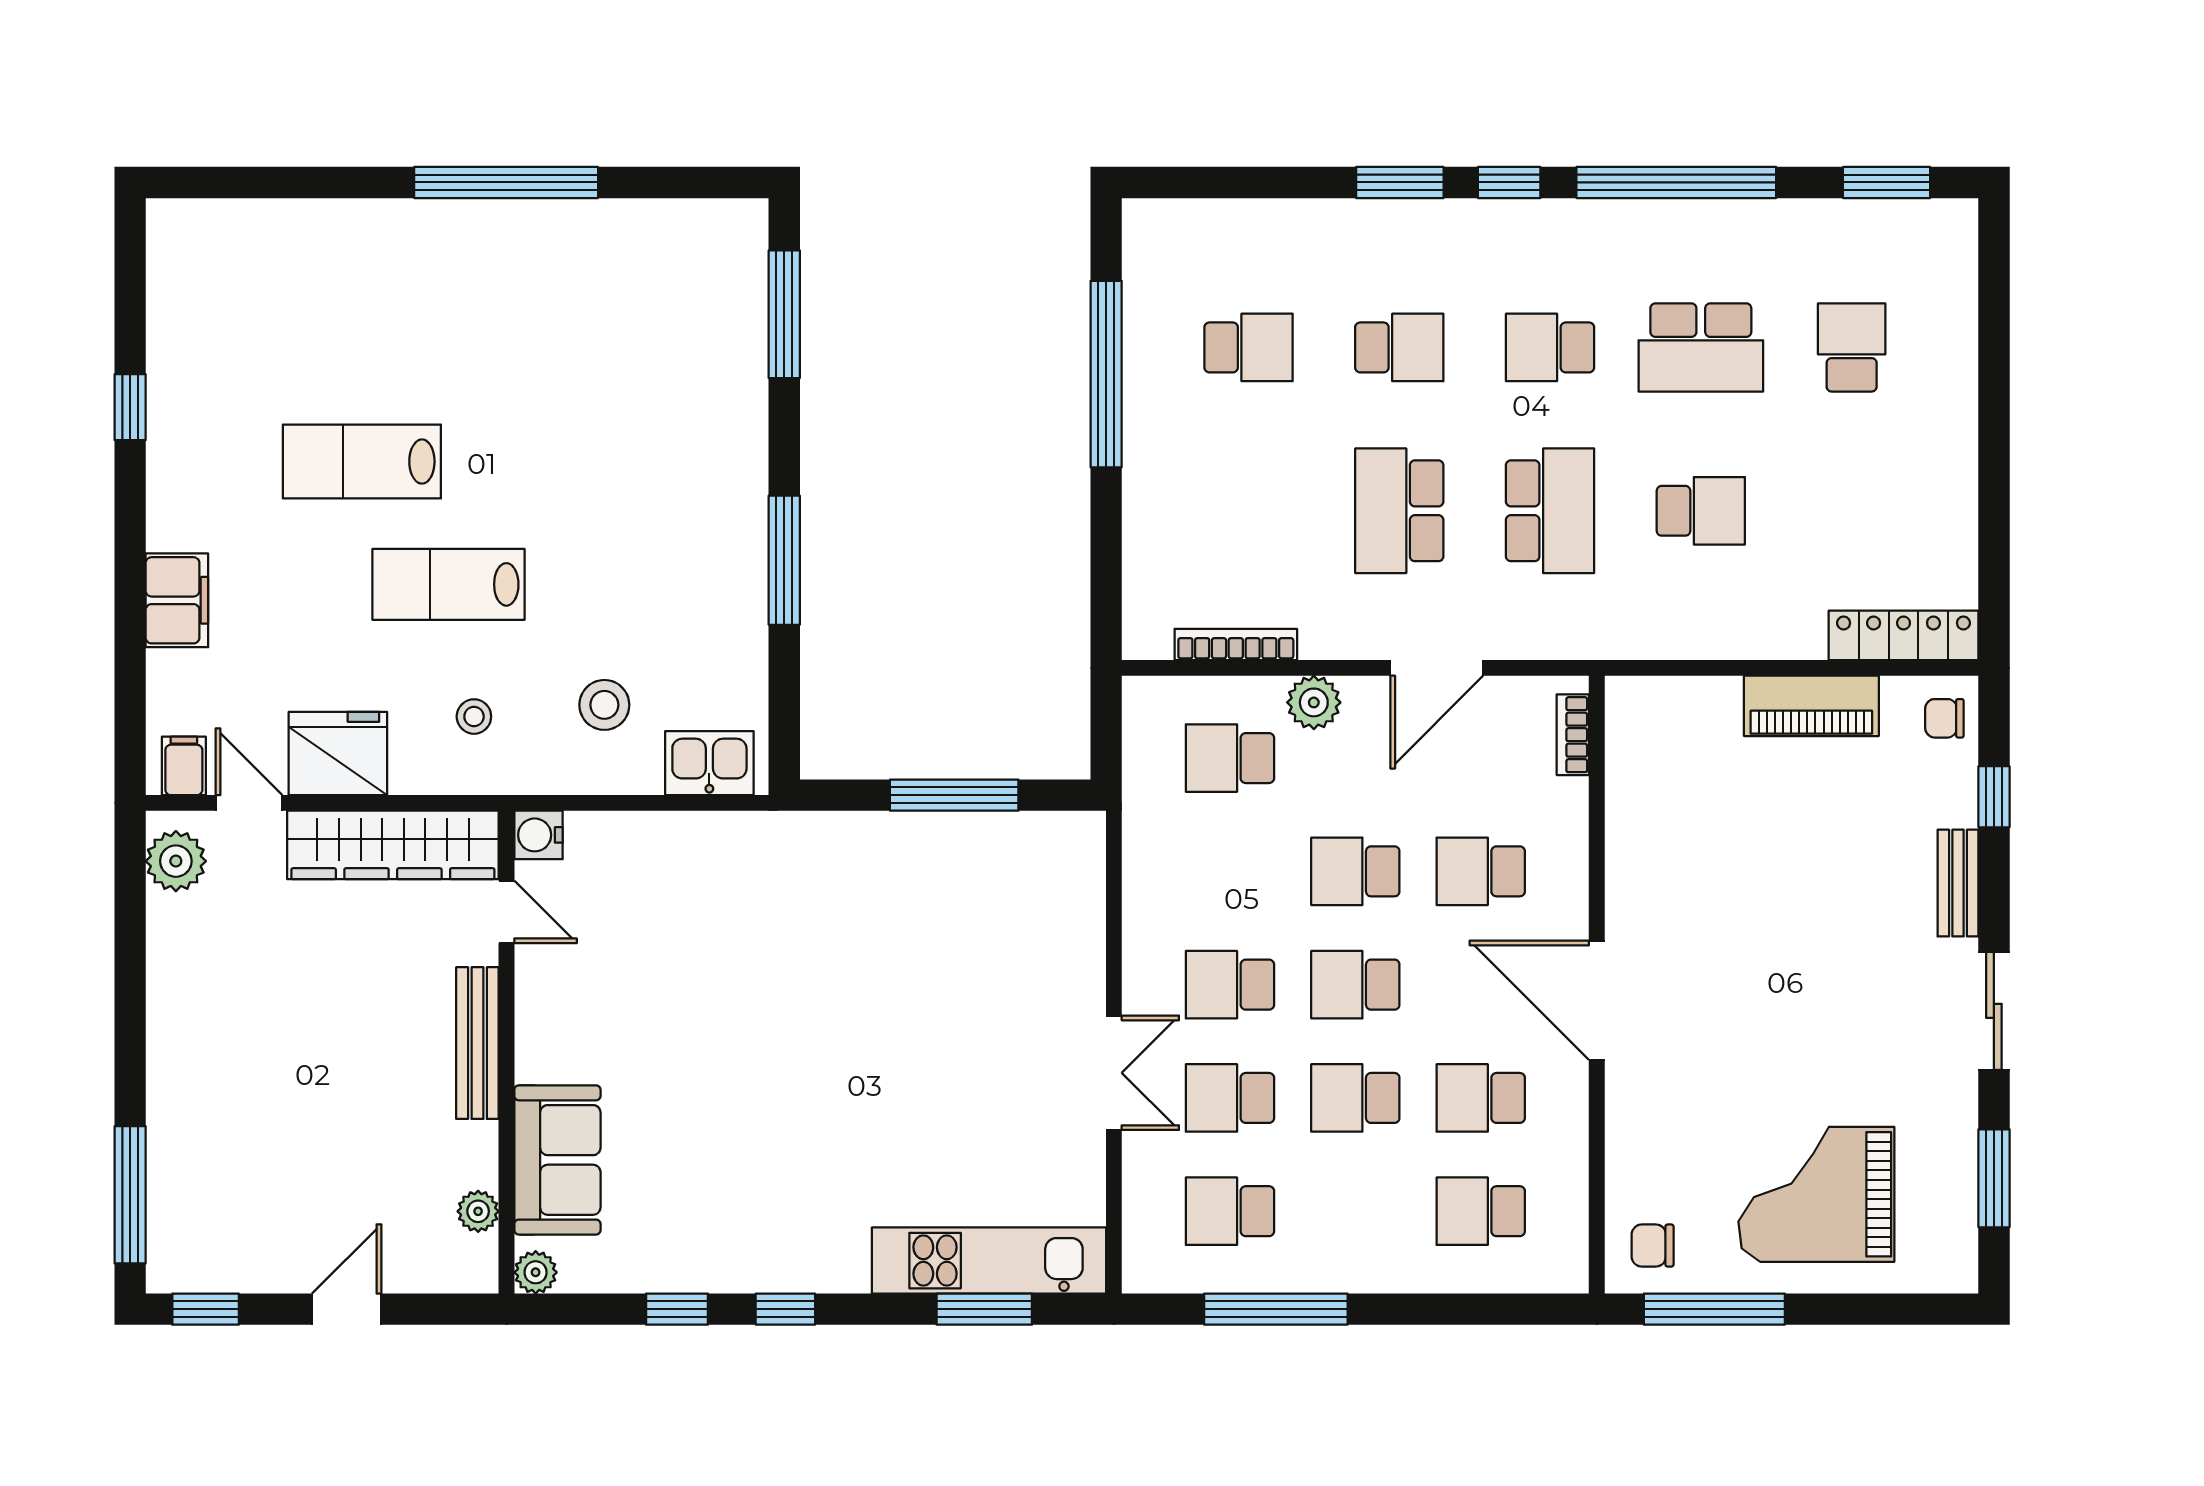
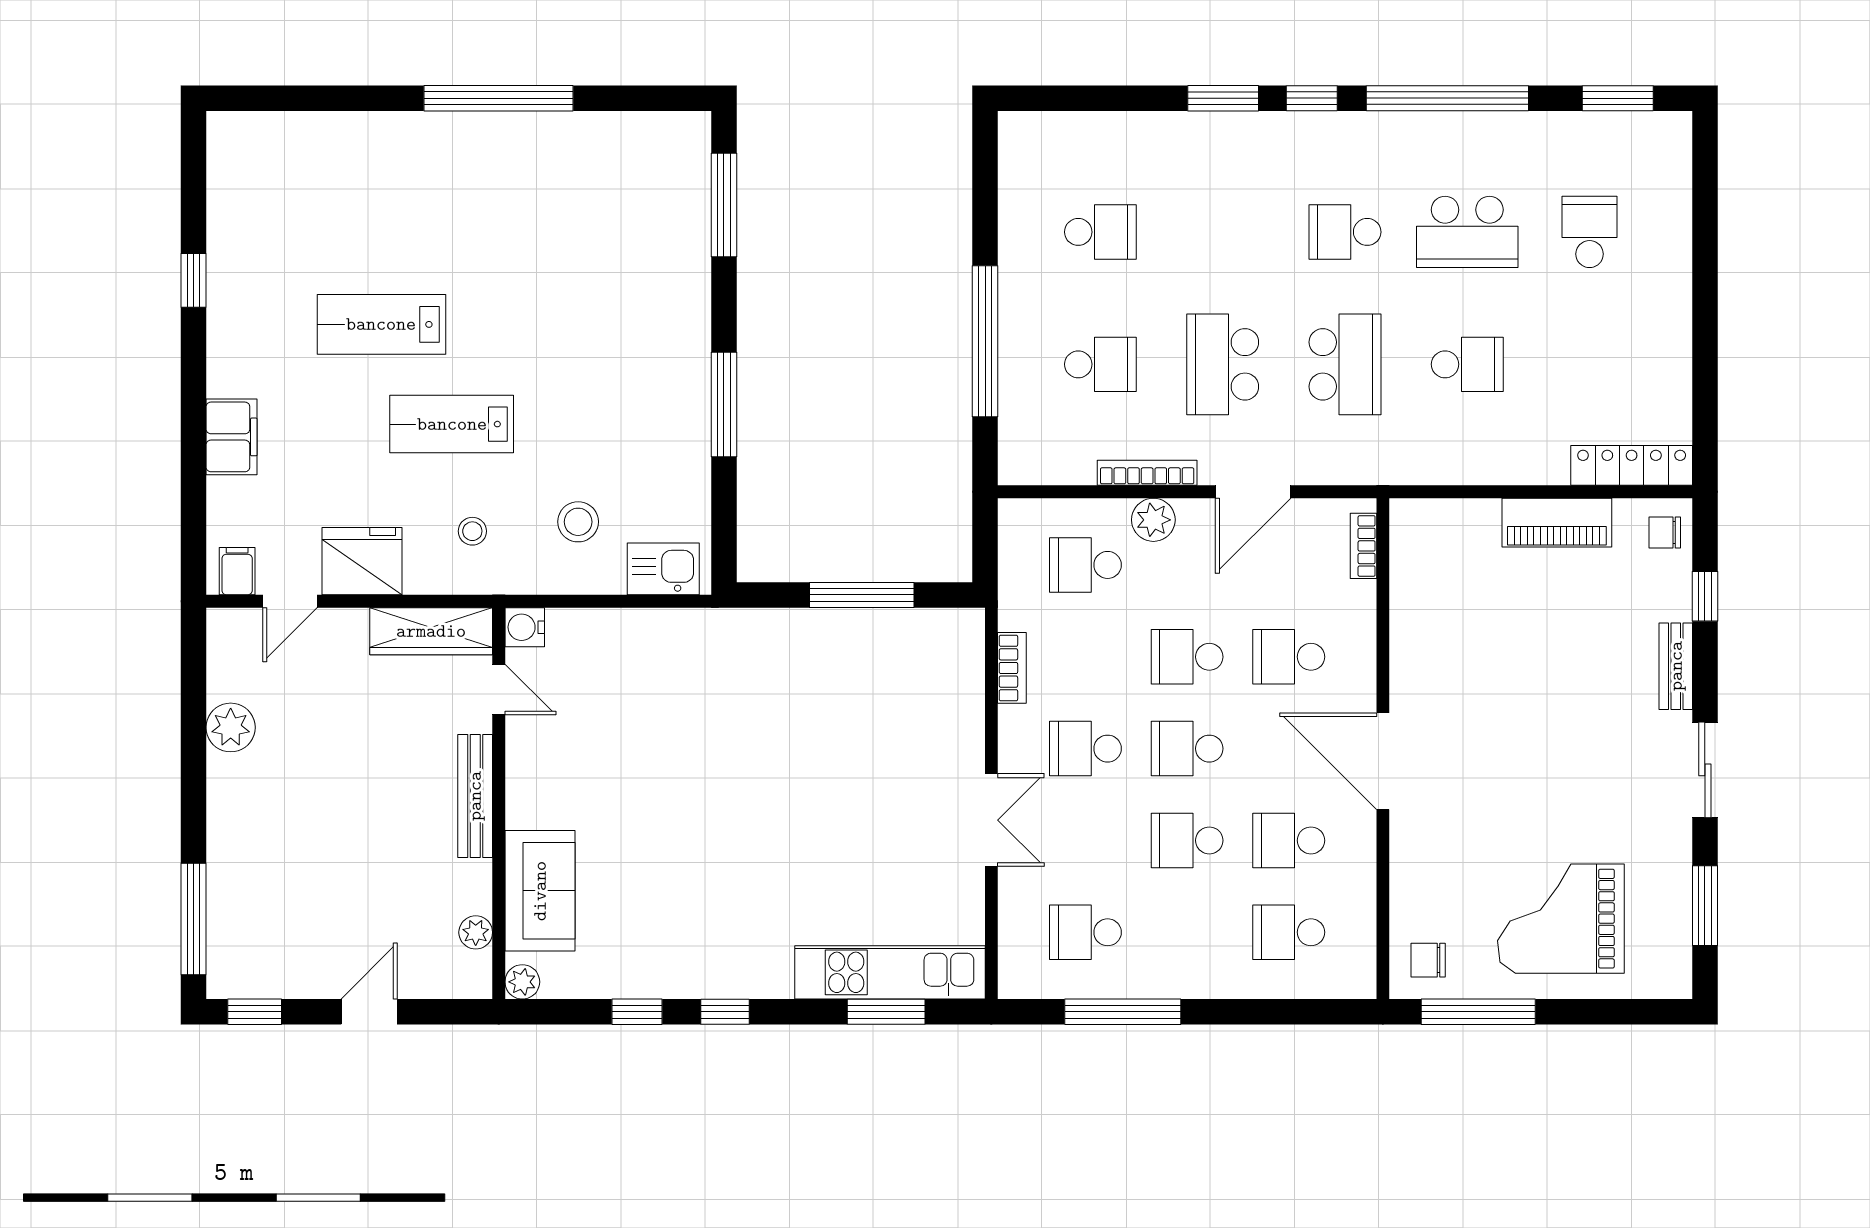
school desk: (1399, 347) -> (1100, 364), moved
window: (1106, 374) -> (985, 341), moved
bookcase: (1236, 644) -> (1147, 473), moved
door: (249, 803) -> (290, 601), swing flipped
wardrobe: (393, 845) -> (431, 631), width x0.71, depth x0.85
plant: (176, 861) -> (231, 727), moved
bookcase: (1139, 885) -> (1012, 668), added
school desk: (1230, 1098) -> (1085, 840), removed

